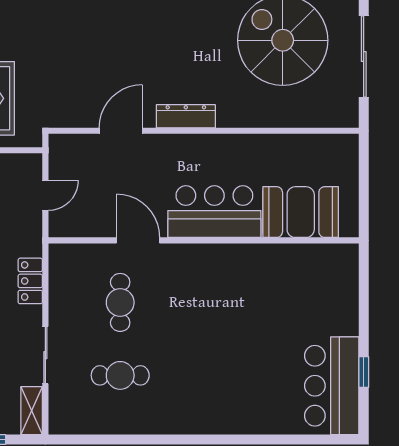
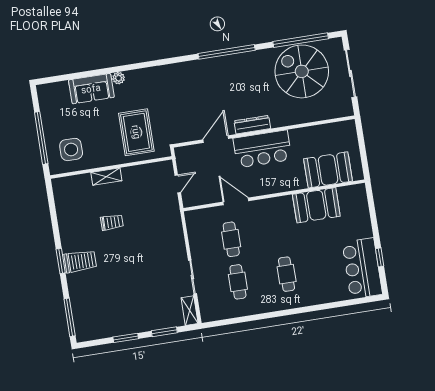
bar counter: (214, 212) -> (262, 149), moved, turned 180
booth: (272, 268) -> (316, 205), added
locker: (30, 281) -> (177, 235), removed
cafe table: (120, 375) -> (238, 282), turned 90
cafe table: (204, 375) -> (287, 274), added

